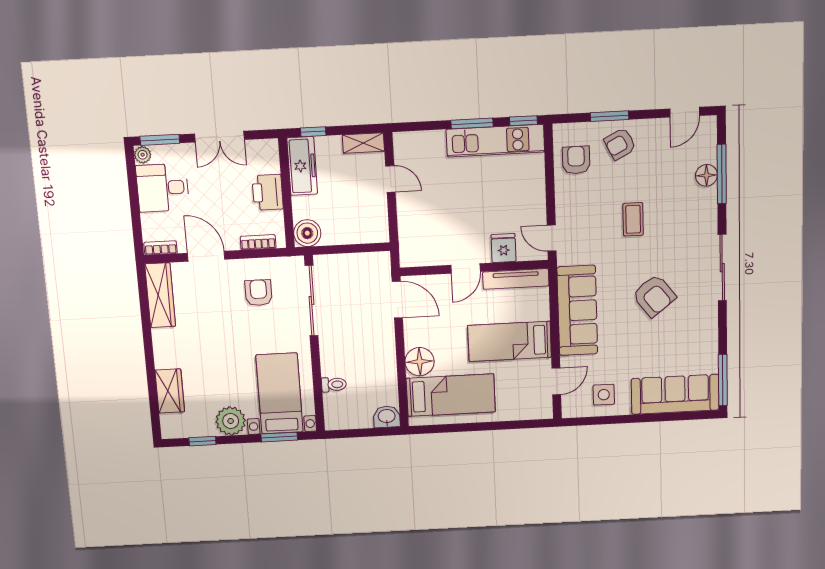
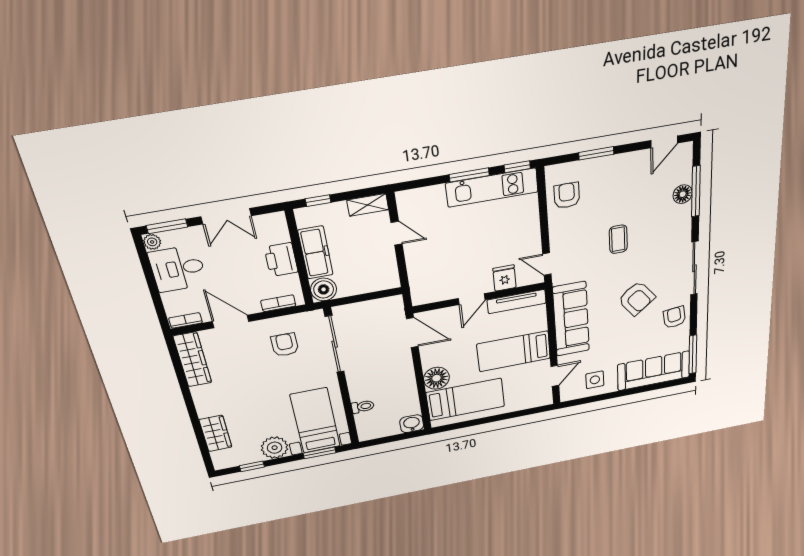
armchair: (620, 144) -> (674, 317), moved, turned 110
freezer: (302, 166) -> (315, 253), moved

